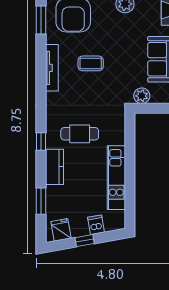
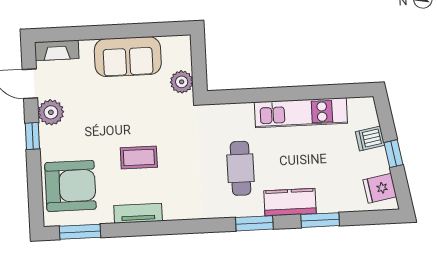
coffee table: (91, 63) -> (139, 157), turned 90
tv unit: (52, 68) -> (138, 213), width x0.71
window: (41, 142) -> (254, 223), width x1.50
window: (41, 201) -> (320, 220), moved

